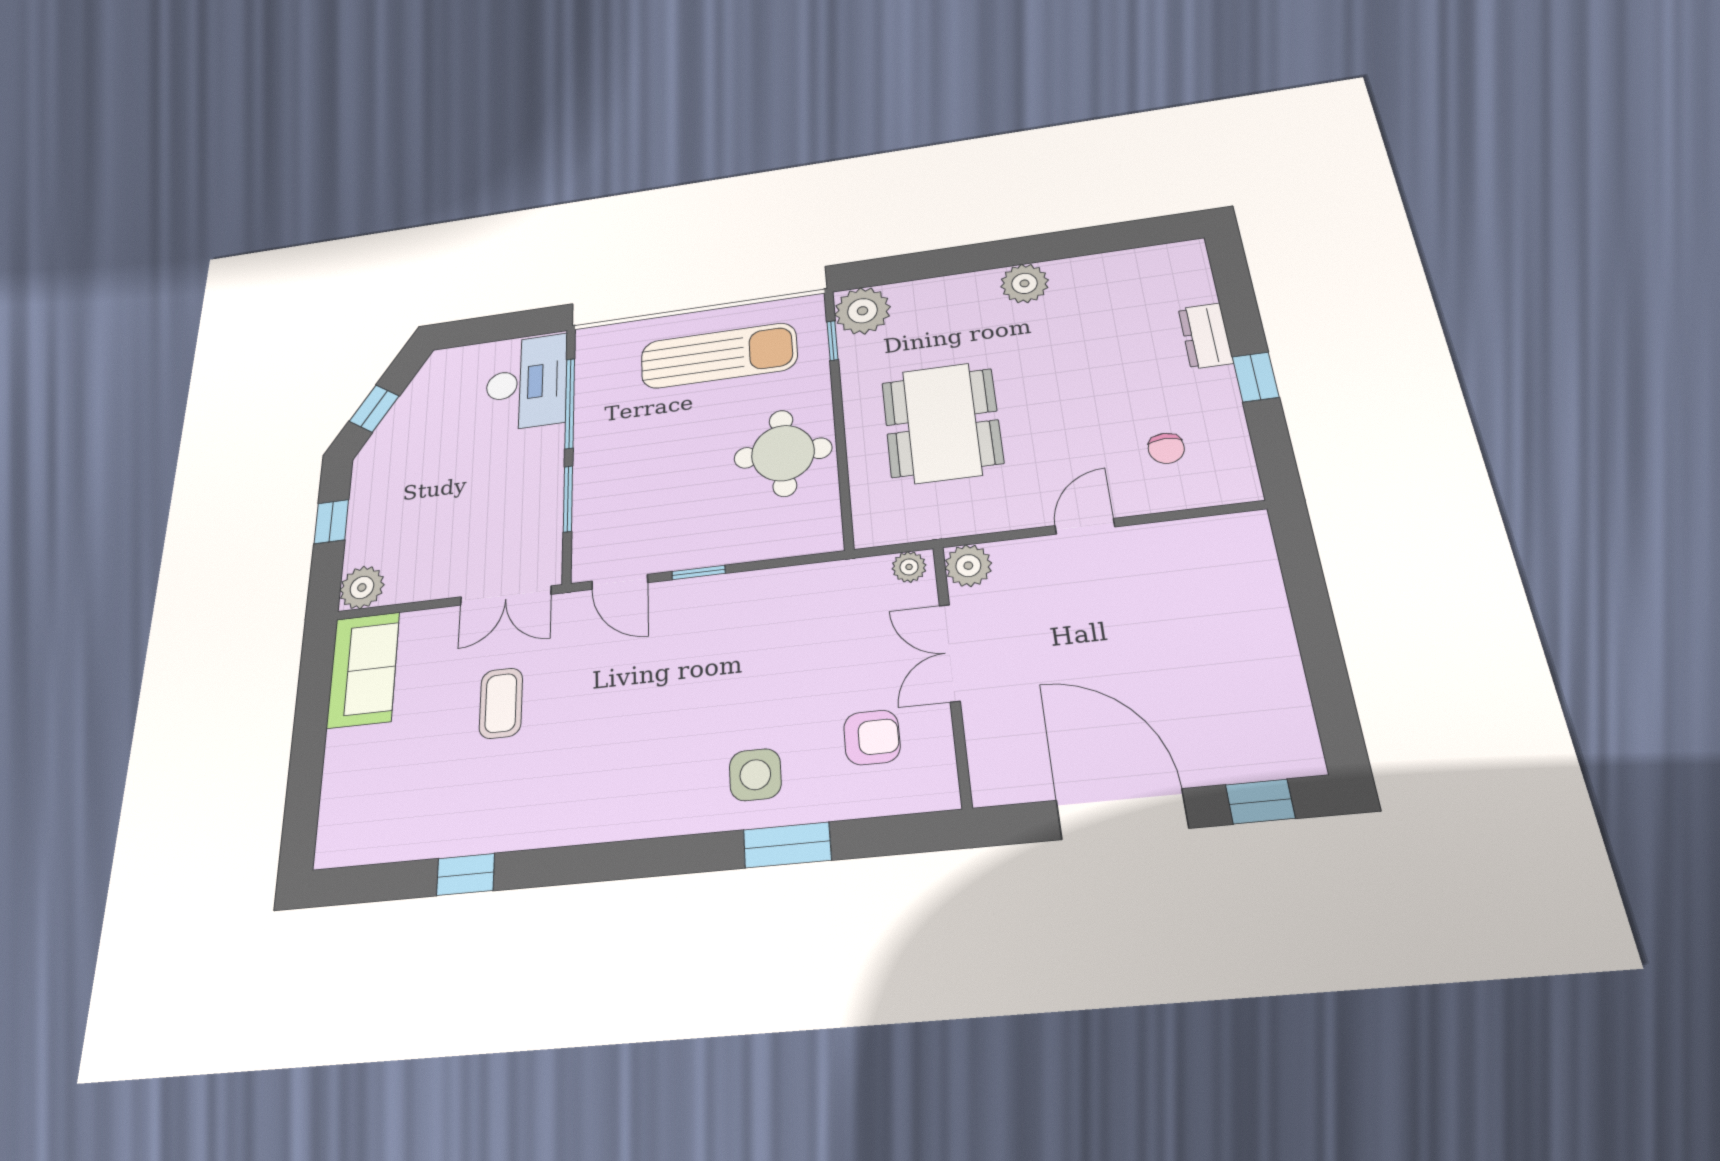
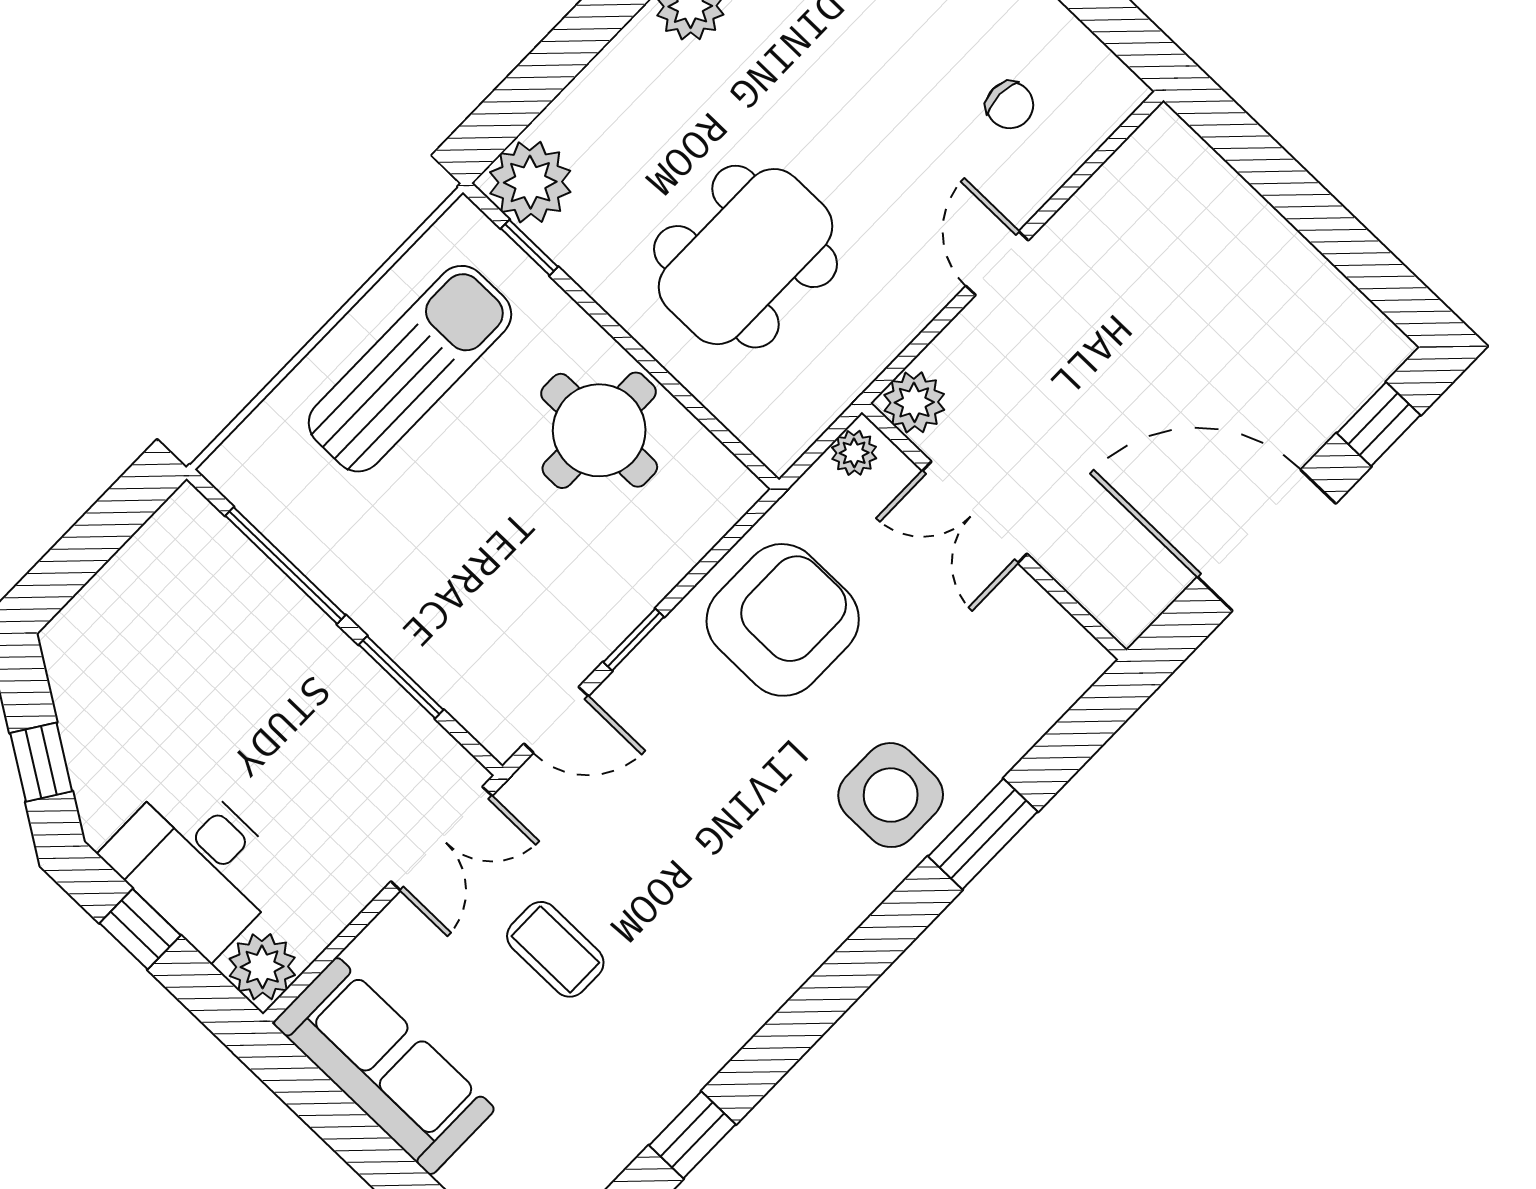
desk: (527, 383) -> (197, 864), moved, turned 180
dining table: (942, 423) -> (745, 257), turned 90
sofa: (363, 670) -> (384, 1066), width x1.36
armchair: (872, 737) -> (783, 620), moved, width x1.88, depth x1.88
side table: (755, 775) -> (891, 795), width x1.37, depth x1.37

